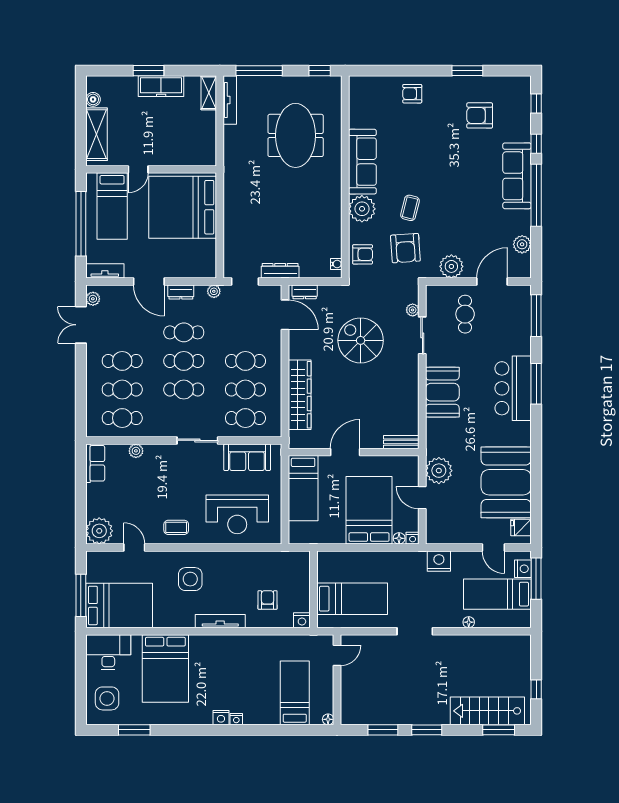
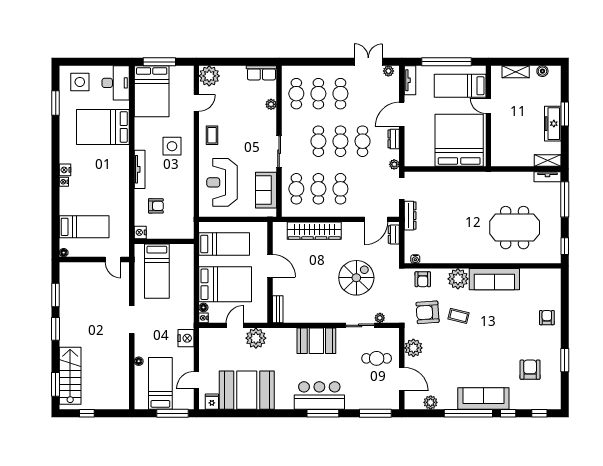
tv unit: (230, 100) -> (547, 177), width x0.71
shelving: (96, 134) -> (516, 72), width x0.67, depth x0.75
bed: (303, 488) -> (224, 244), moved, turned 180
nightstand: (523, 569) -> (180, 403), removed

